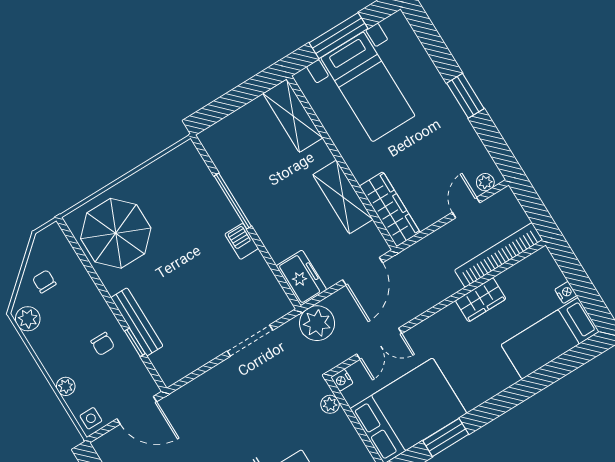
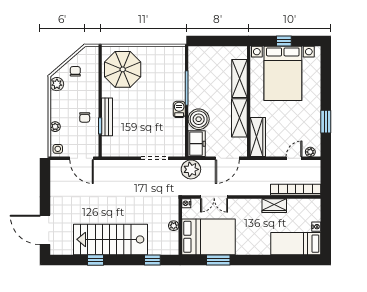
window: (338, 36) -> (284, 41), width x0.46
bed with nightstands: (368, 87) -> (283, 73), width x1.36
window: (465, 96) -> (326, 122), moved
shelving: (293, 116) -> (239, 78), moved
boiler: (281, 238) -> (199, 119), added
plant: (330, 404) -> (174, 226), moved

